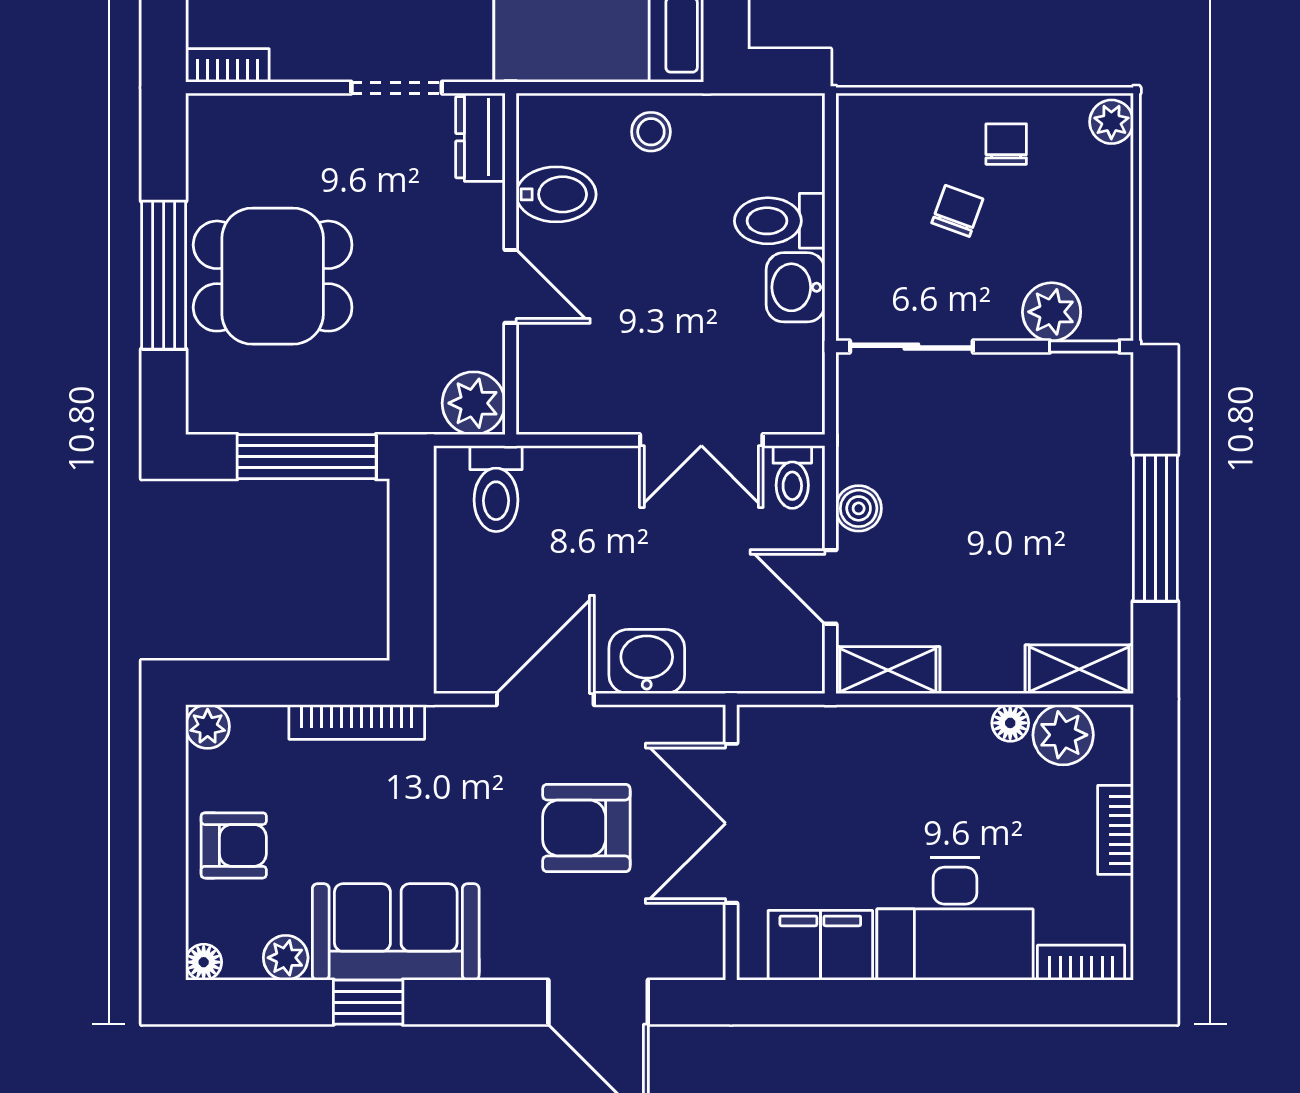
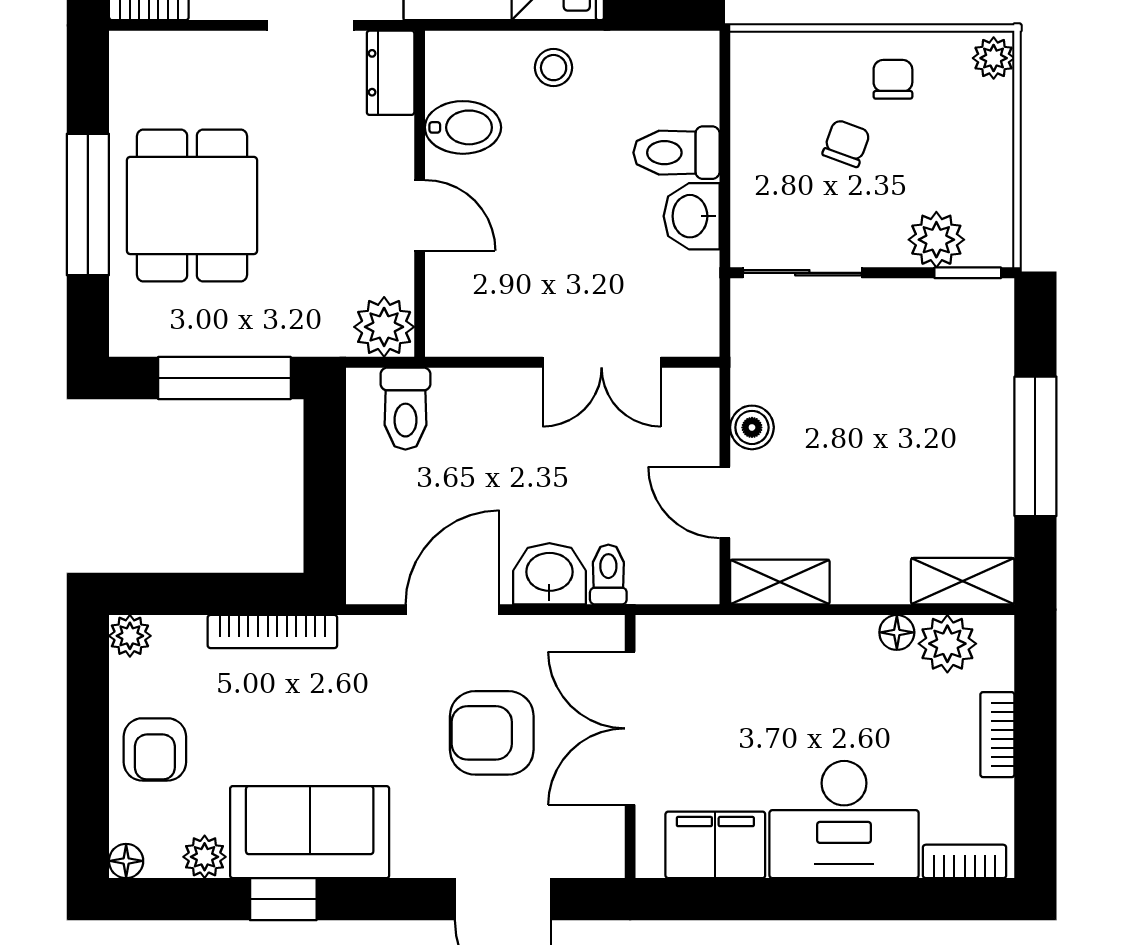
dining table: (273, 276) -> (192, 205), turned 90
toilet: (792, 477) -> (608, 574), moved, turned 180
armchair: (234, 845) -> (155, 749), turned 90

